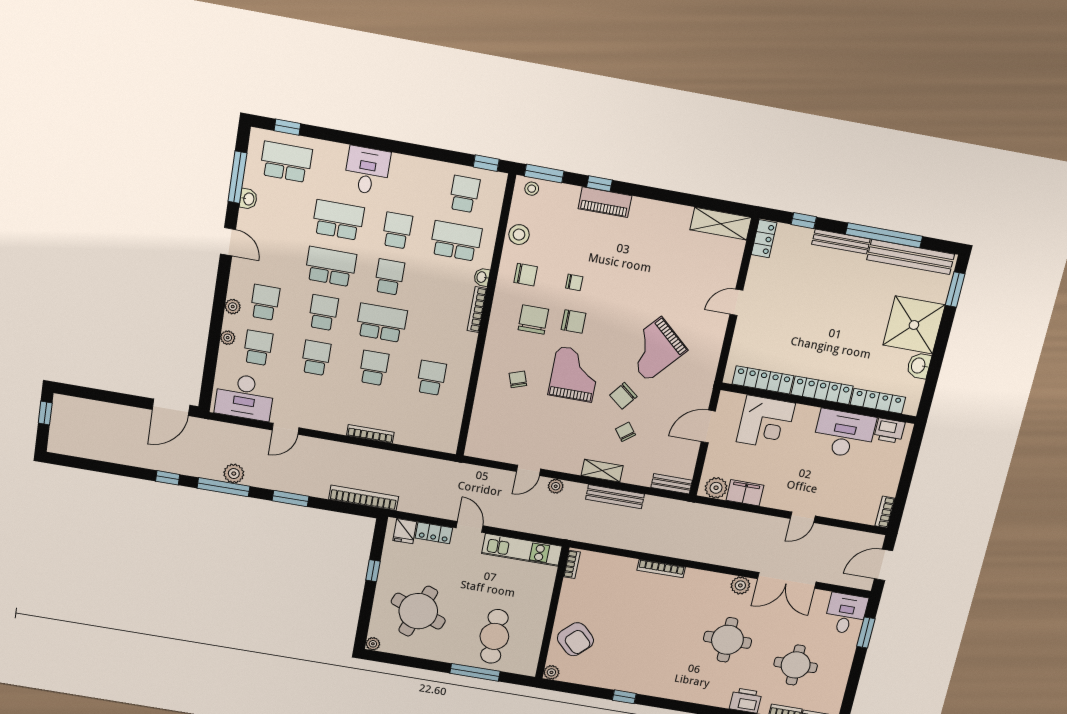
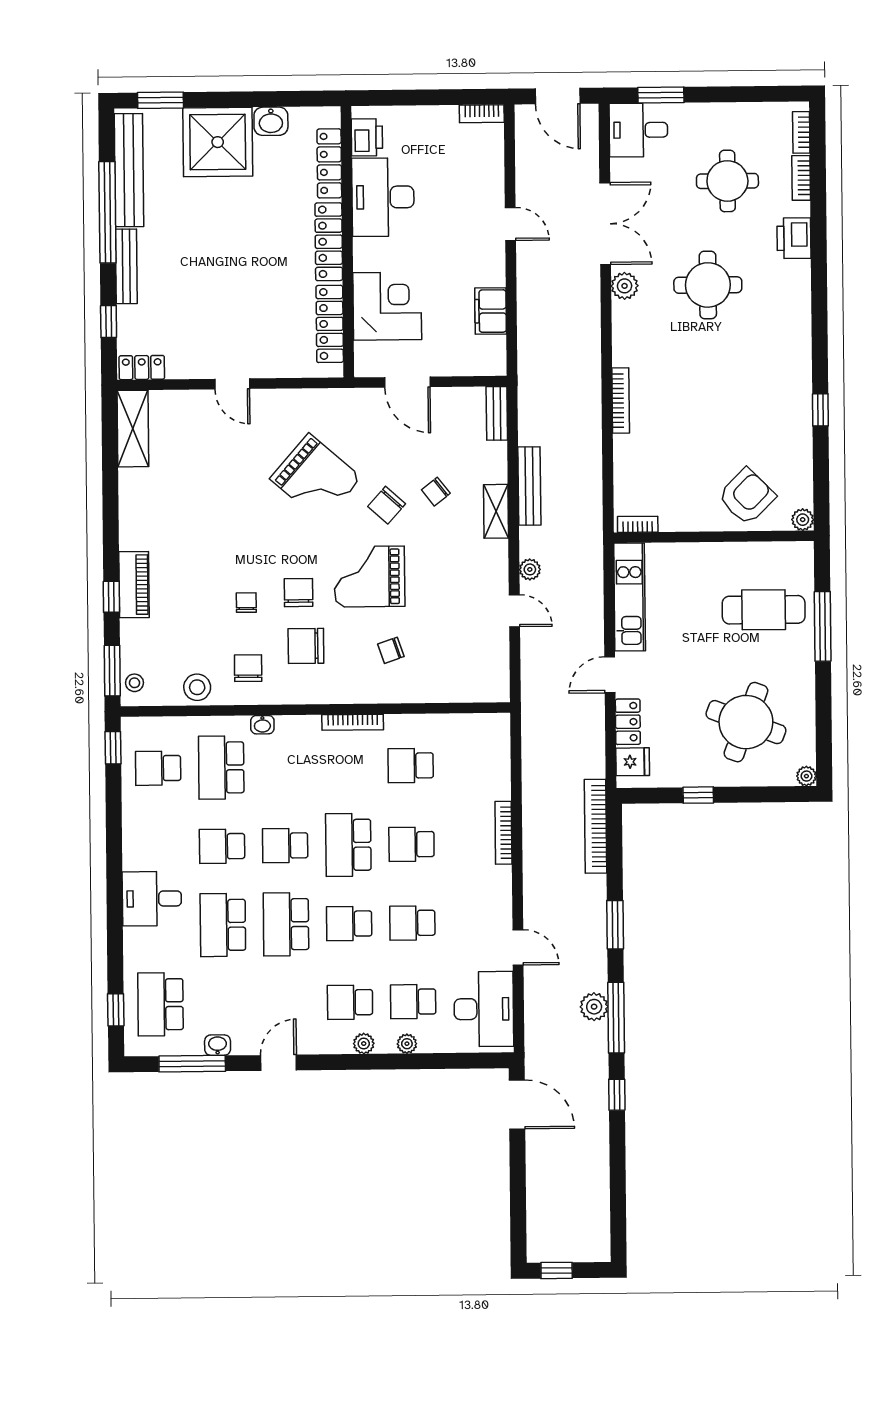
bookcase: (477, 310) -> (353, 722), moved
chair: (623, 396) -> (387, 505), turned 94
plant: (716, 488) -> (491, 352), removed

